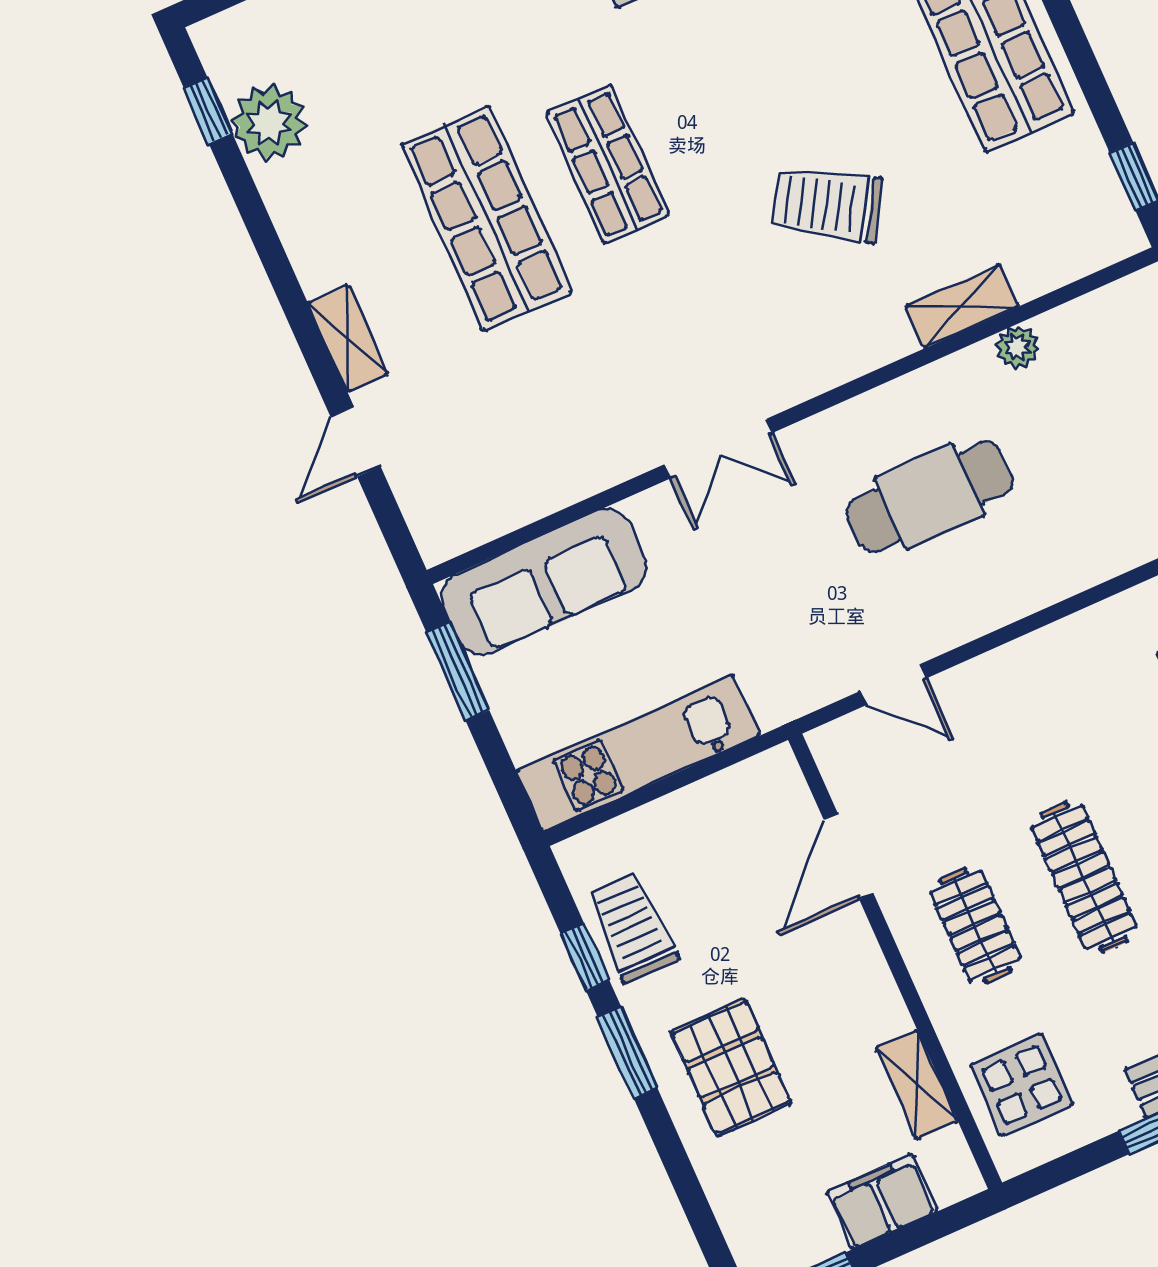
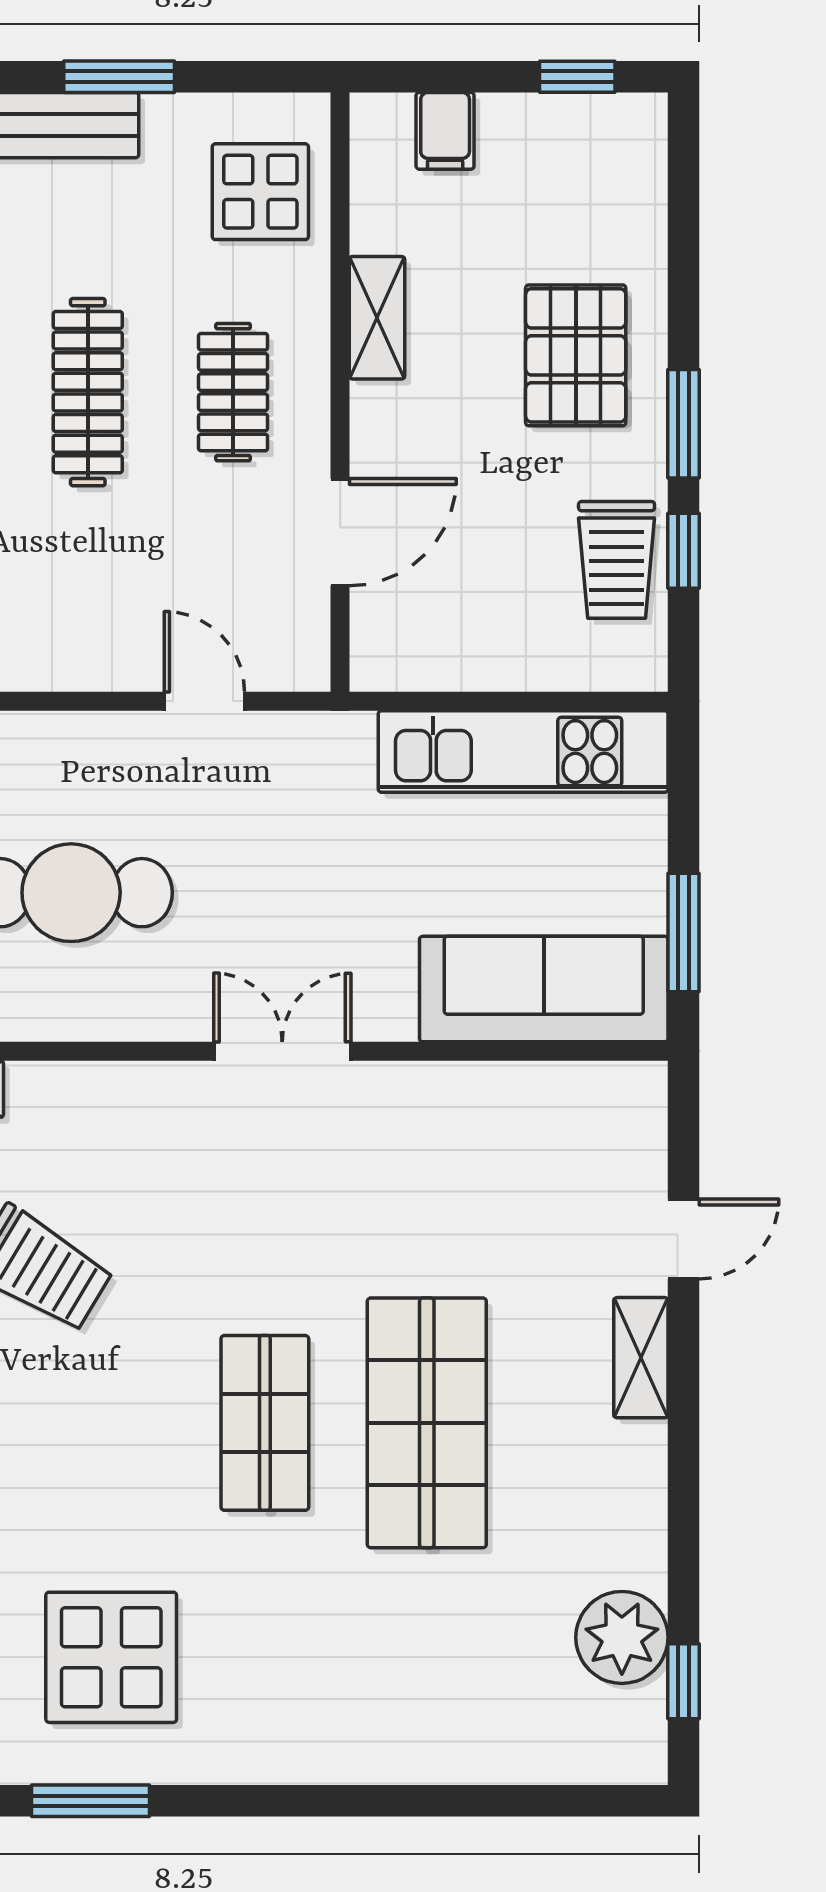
shelving: (917, 1084) -> (377, 318), moved
filing cabinet: (882, 1202) -> (445, 131), width x0.50

